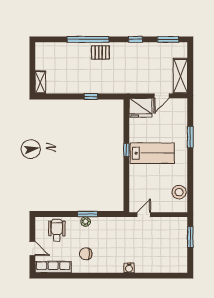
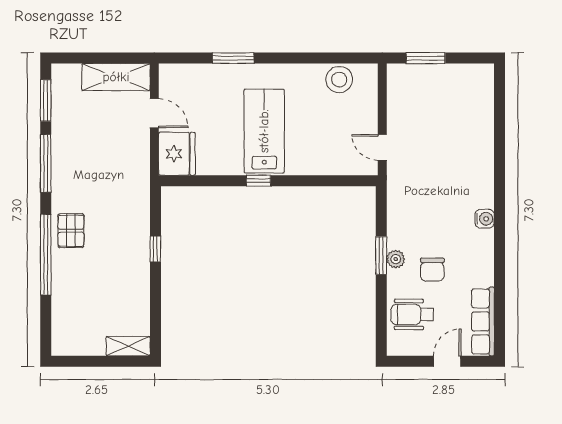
window: (135, 39) -> (46, 163), width x2.17
chair: (86, 254) -> (432, 270), moved
water cooler: (129, 268) -> (485, 219), moved

